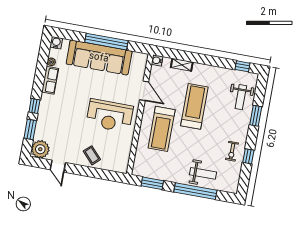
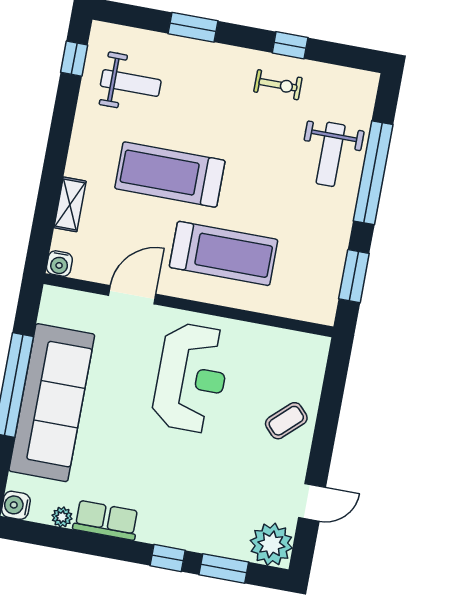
weight bench: (241, 97) -> (131, 83), moved
weight bench: (203, 173) -> (331, 154), turned 180

